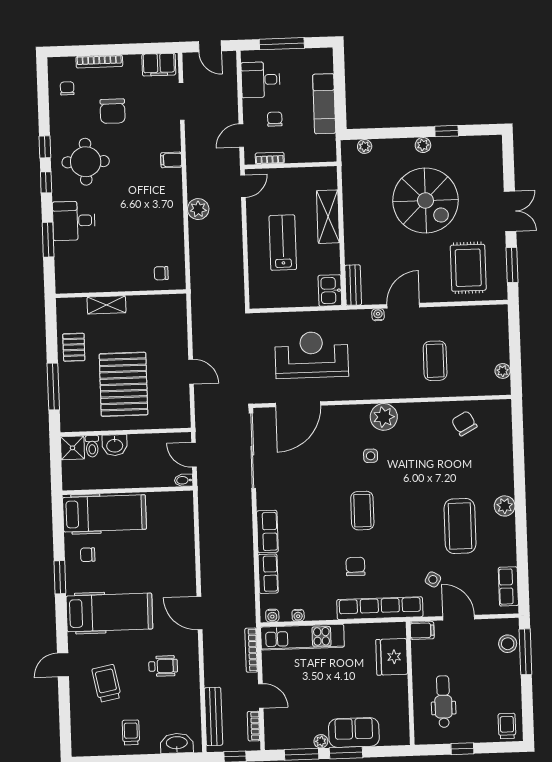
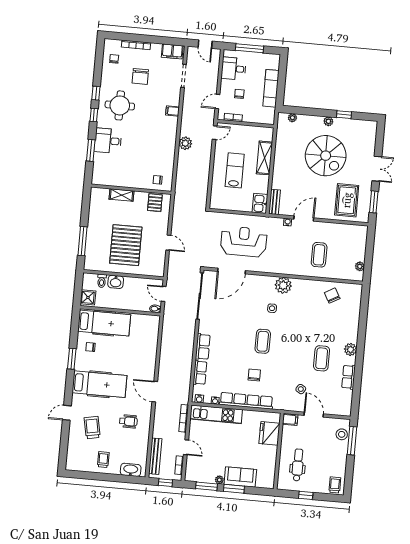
pallet: (74, 347) -> (155, 203), moved
shower: (72, 448) -> (88, 297), moved
coffee table: (460, 526) -> (322, 358), width x0.73, depth x0.76
row of seats: (508, 586) -> (349, 377), moved
row of seats: (380, 608) -> (246, 401), moved

